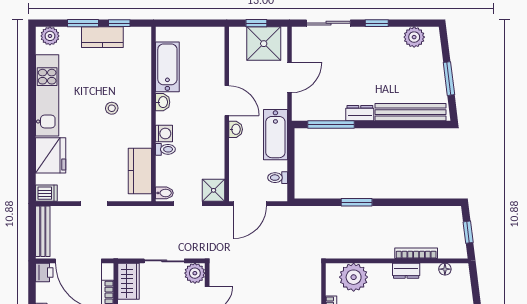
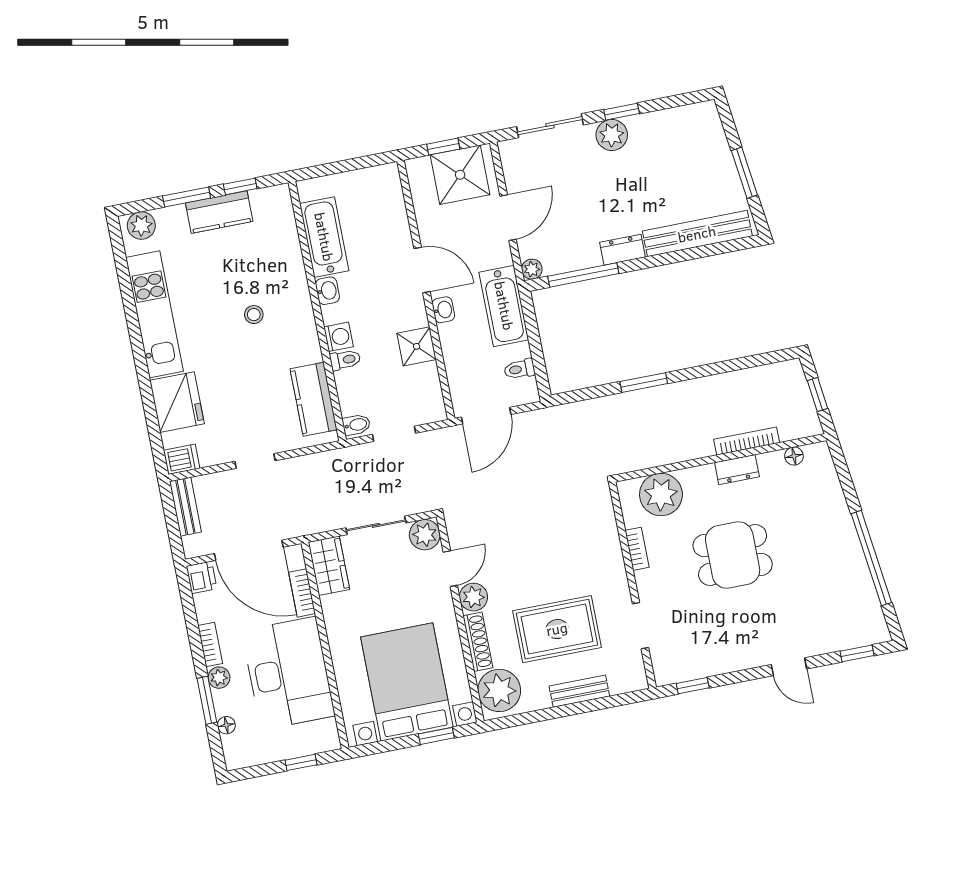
plant: (414, 37) -> (612, 135), moved
plant: (298, 114) -> (532, 269), added
shower: (214, 190) -> (417, 346), moved
bench: (43, 231) -> (185, 507), width x0.73

